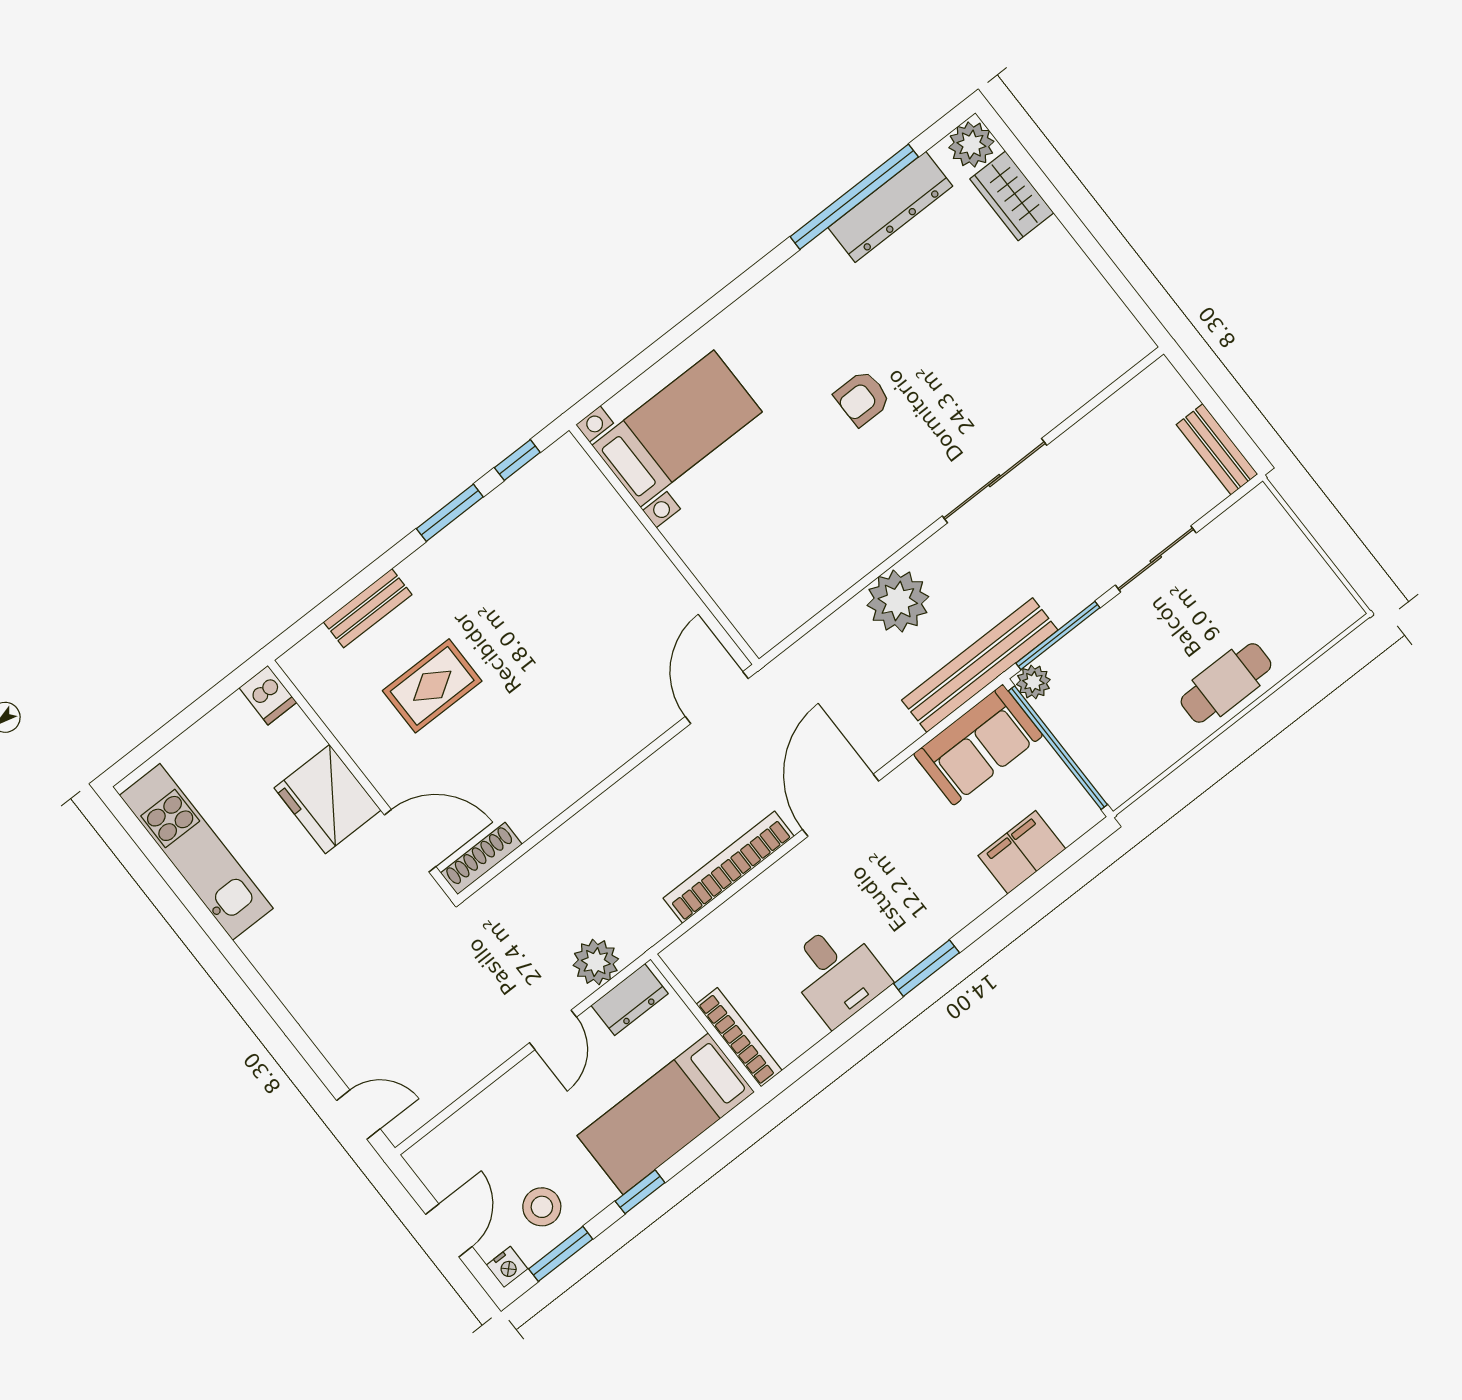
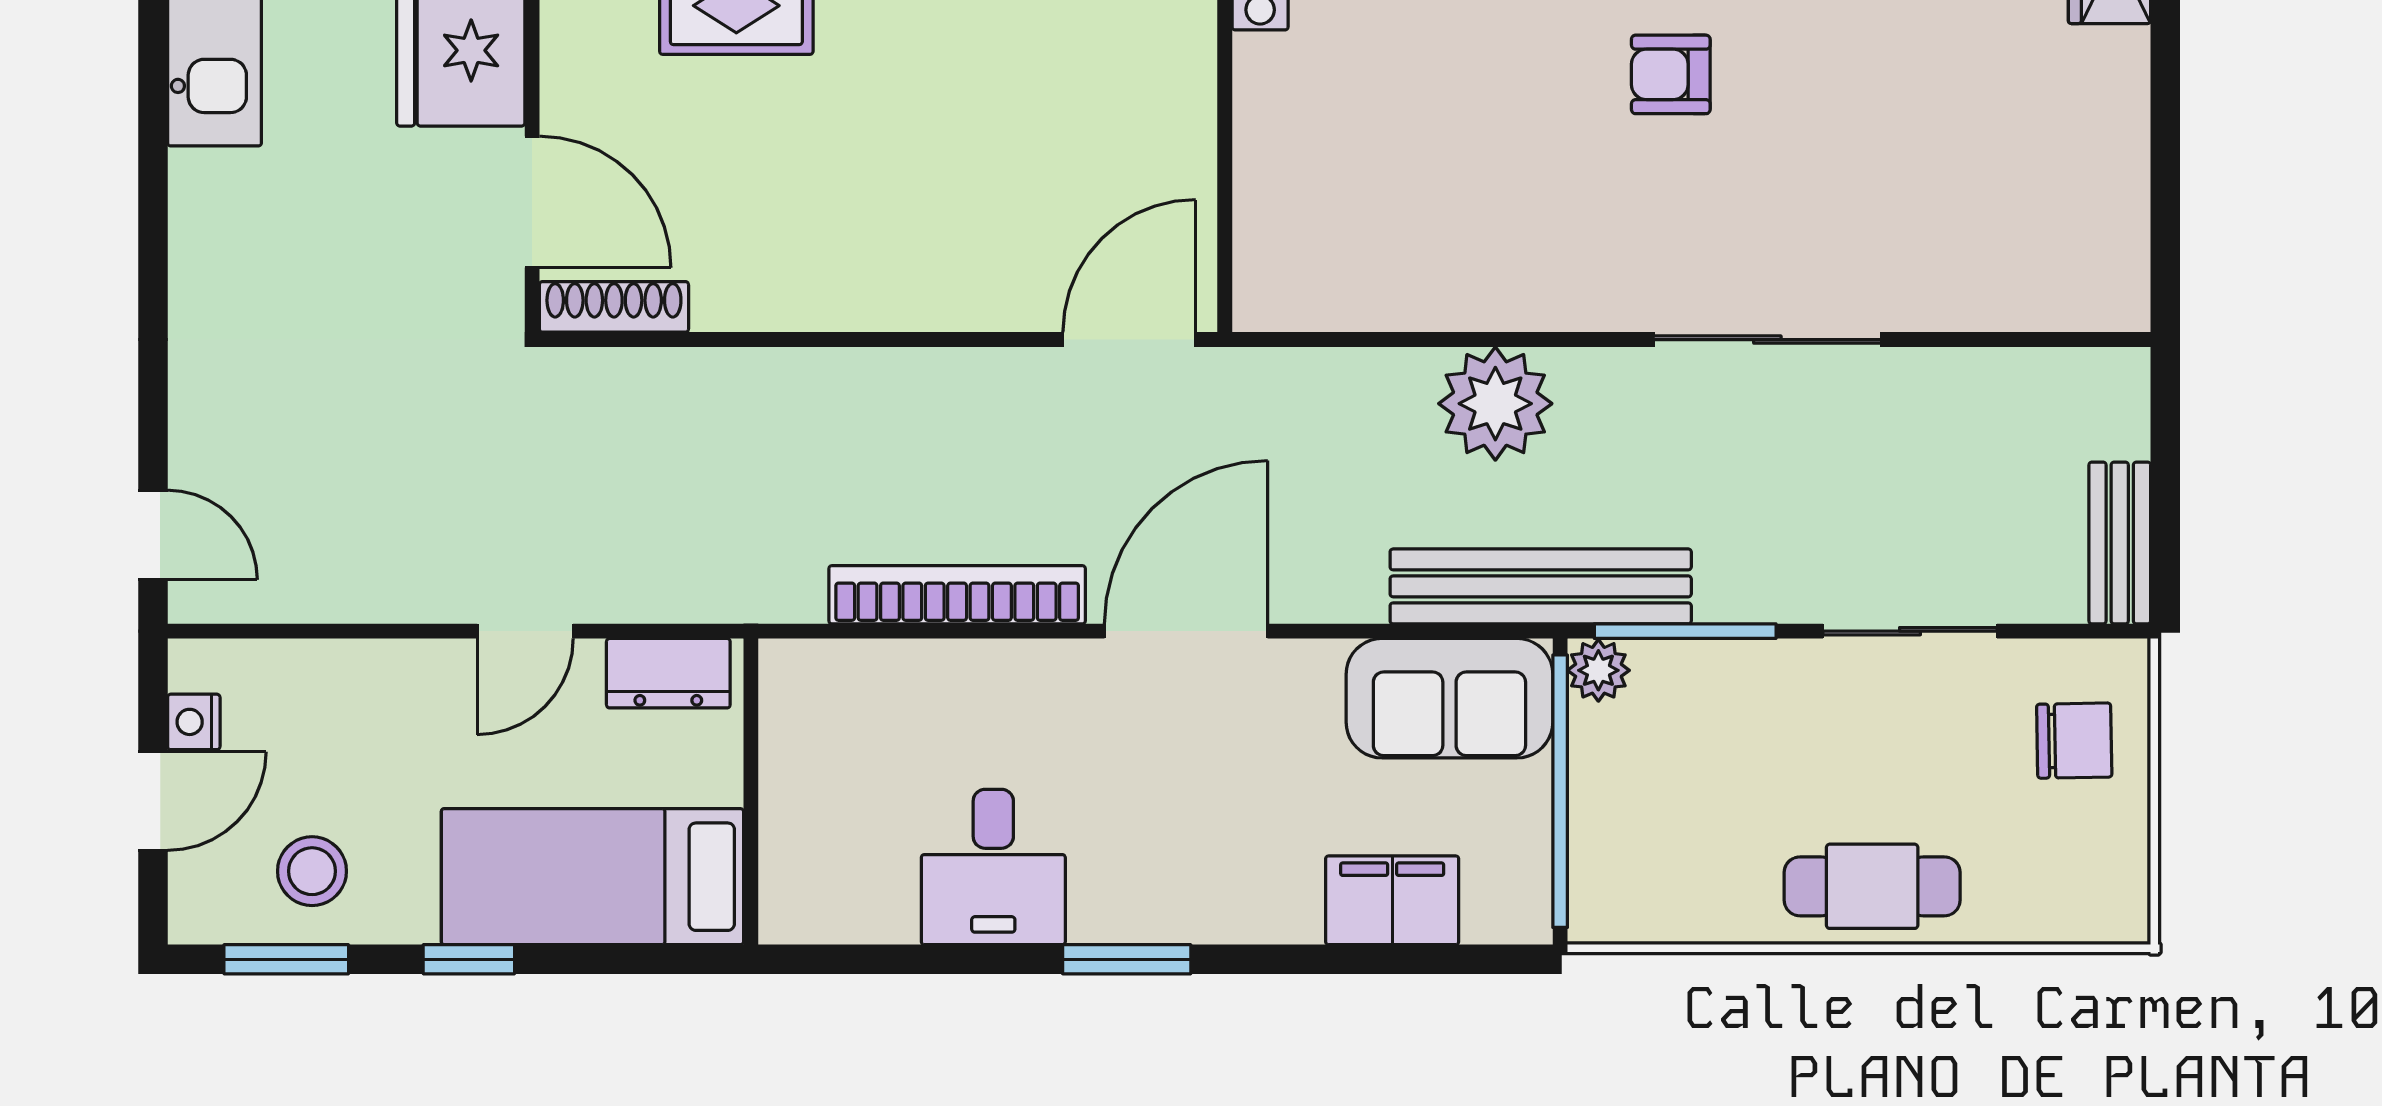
chair: (1264, 551) -> (2074, 741), added
plant: (596, 962) -> (662, 582), removed
bookcase: (739, 1037) -> (783, 849), removed
nightstand: (507, 1267) -> (194, 722), moved, turned 90

